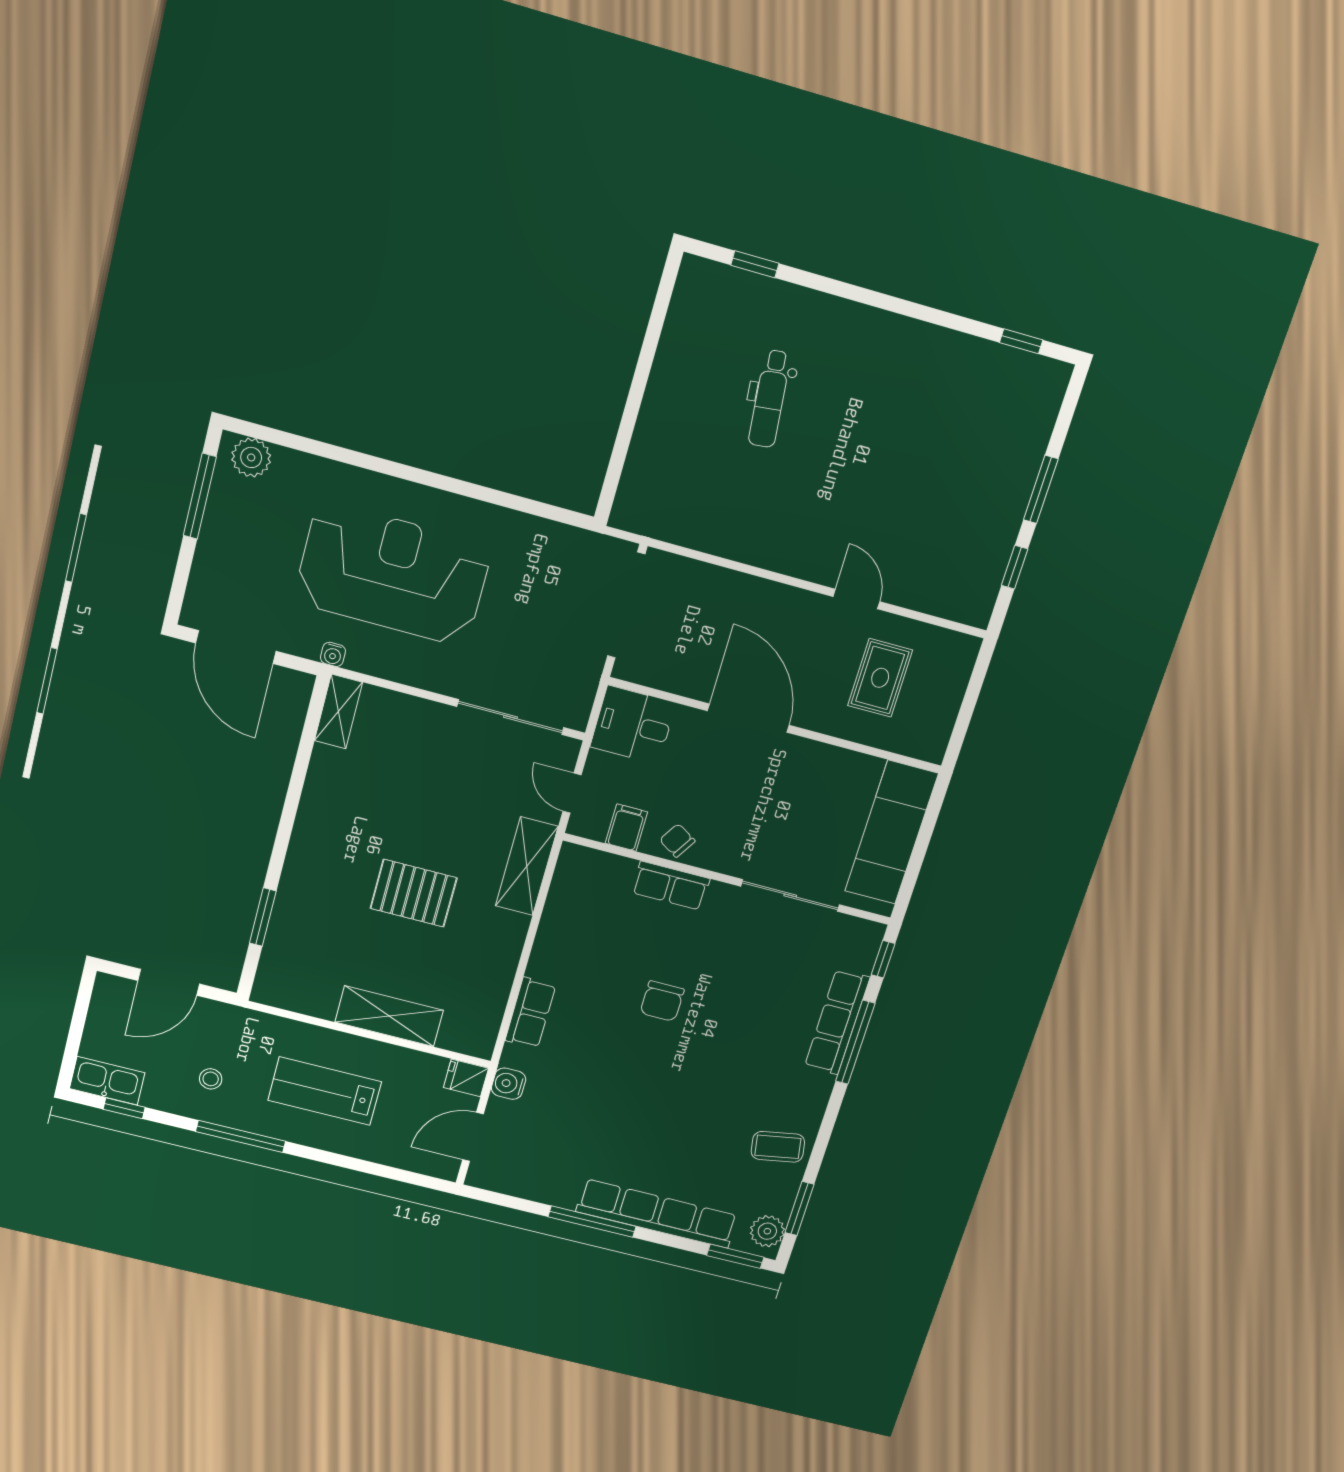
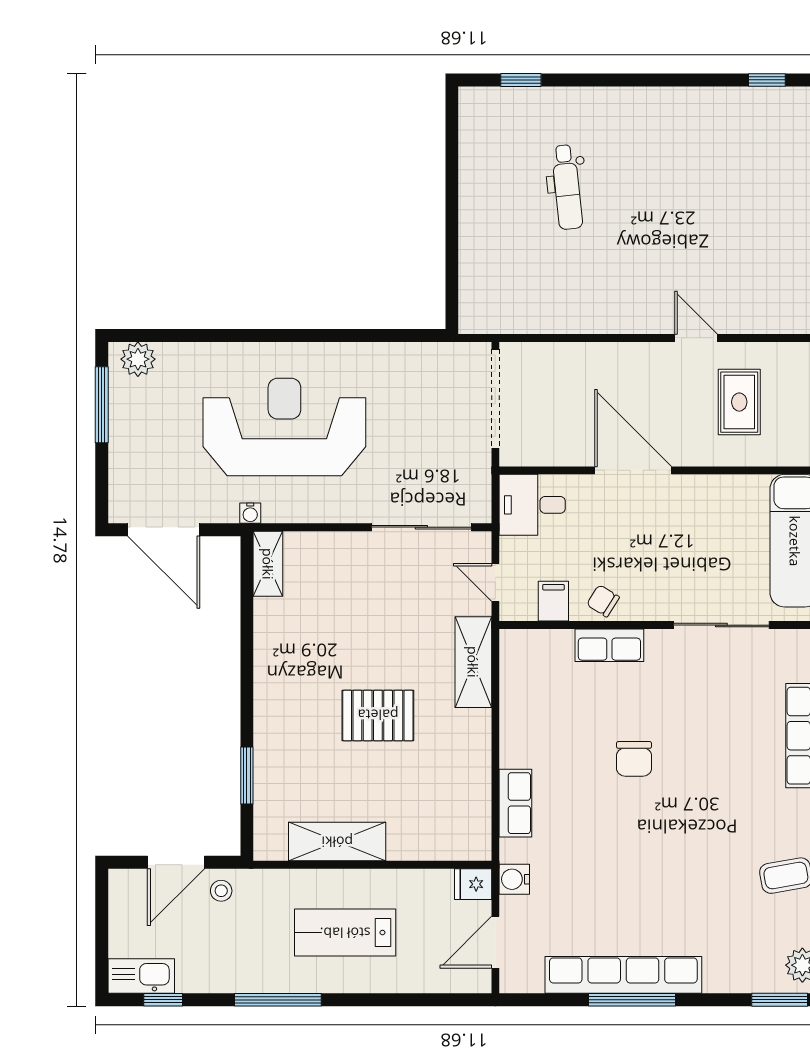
shelving: (389, 1016) -> (337, 842), moved
stool: (211, 1079) -> (221, 891), moved
row of seats: (657, 1214) -> (623, 975), moved

